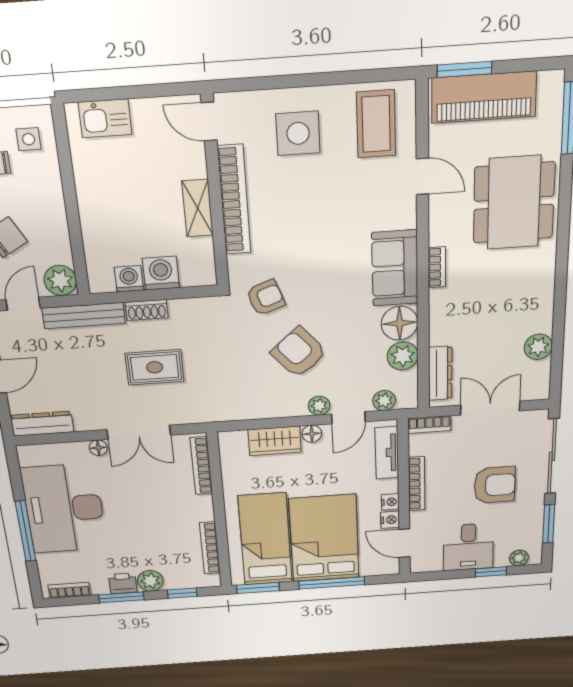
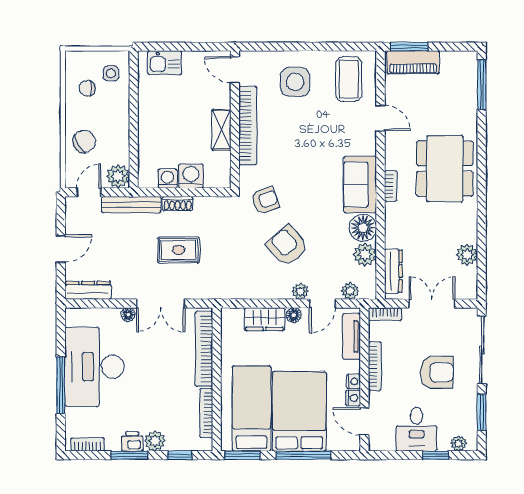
piano: (484, 97) -> (413, 62), width x0.73, depth x0.75
dining table: (514, 203) -> (445, 168), moved
bookcase: (201, 466) -> (204, 349), width x1.48, depth x1.31

